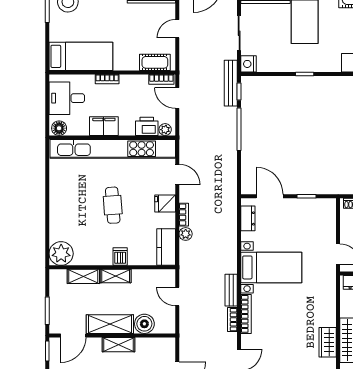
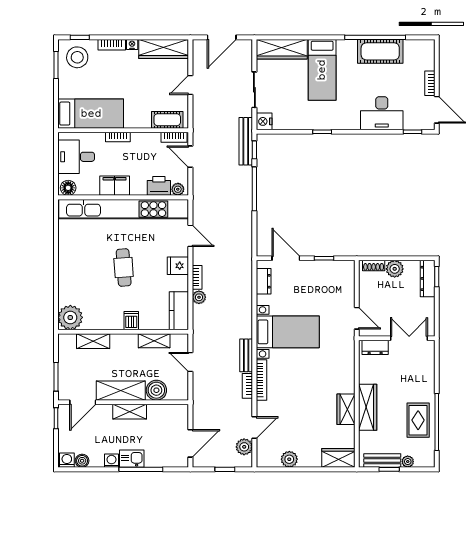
shelving: (116, 276) -> (154, 341), moved

